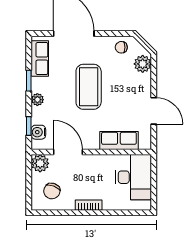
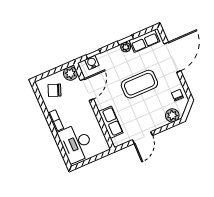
plant: (37, 100) -> (126, 47), moved
desk: (133, 177) -> (76, 143), moved, turned 90

